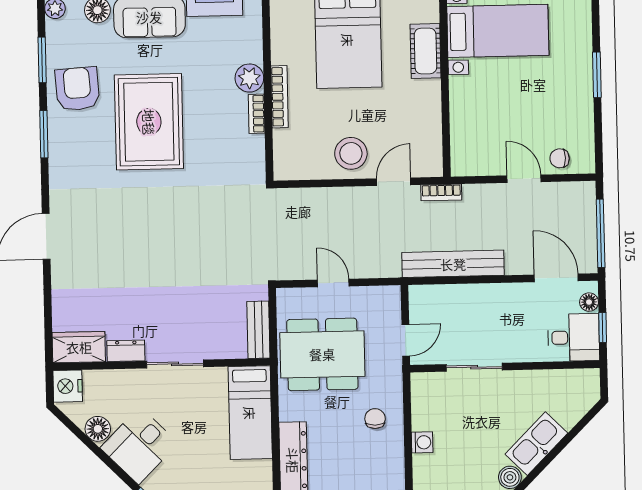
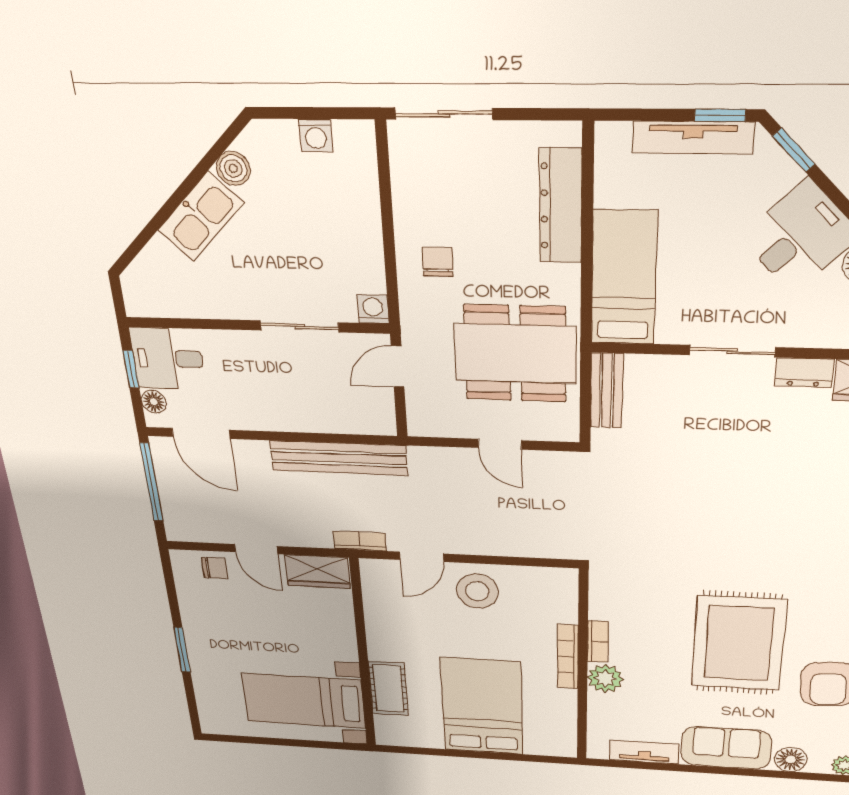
wardrobe: (476, 162) -> (318, 571), added
chair: (375, 419) -> (438, 262), turned 180
washing machine: (422, 442) -> (373, 309), moved, turned 90

